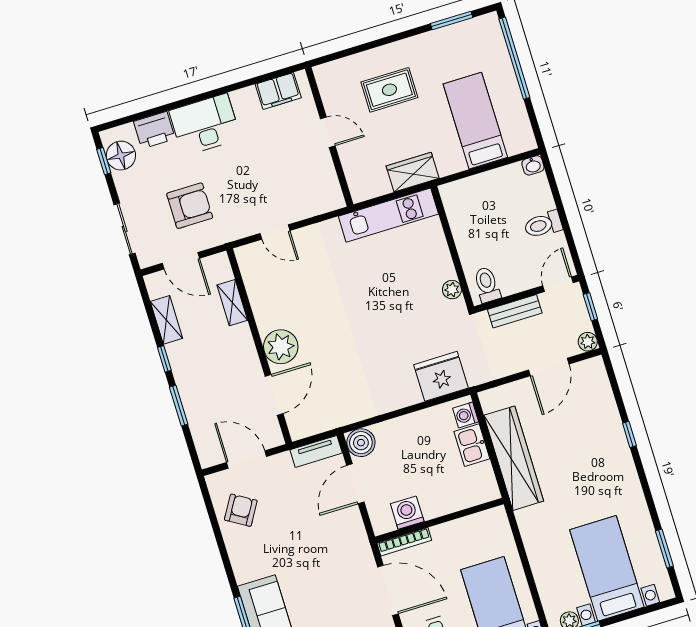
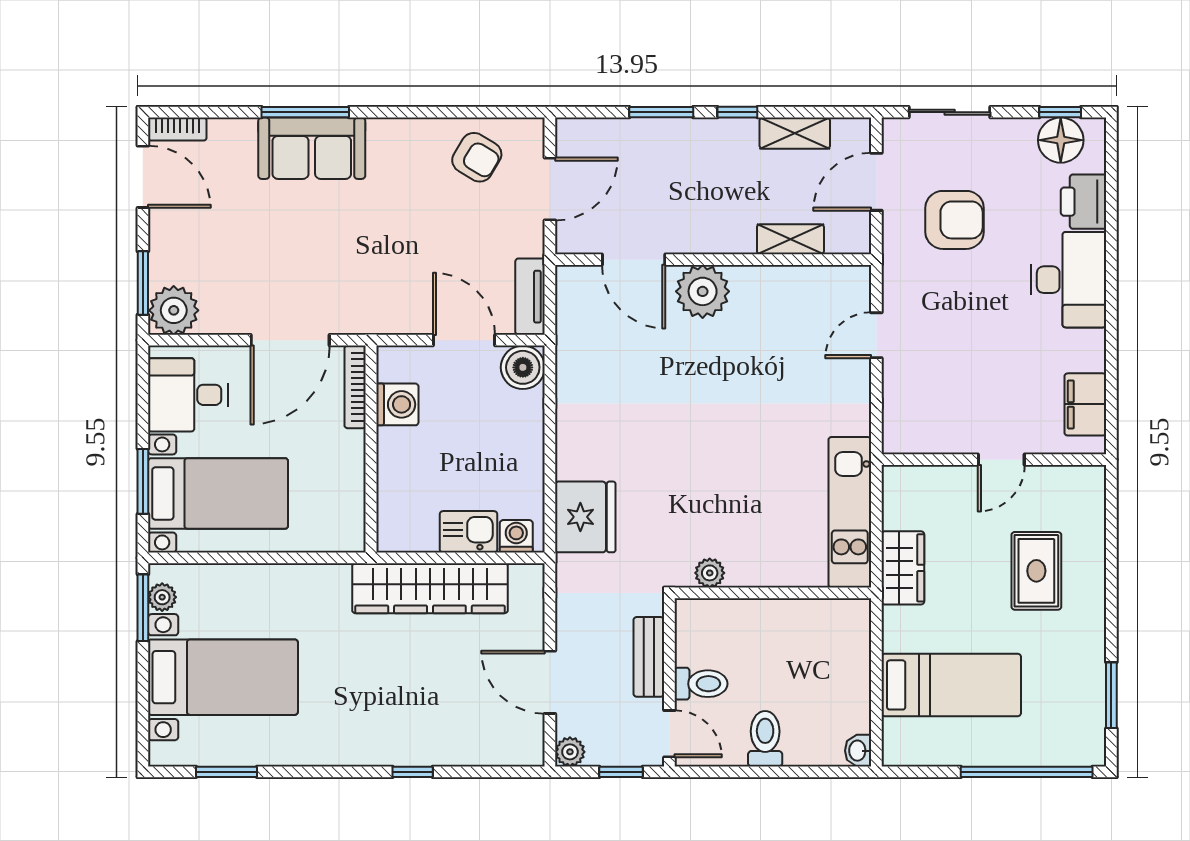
armchair: (190, 206) -> (955, 220), turned -90
toilet: (487, 285) -> (701, 684), moved

